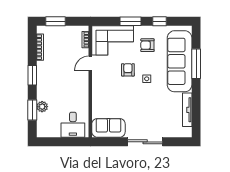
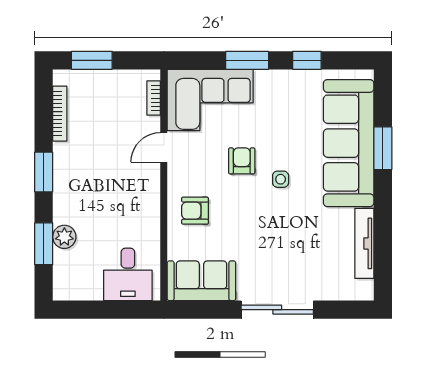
armchair: (147, 45) -> (195, 211), moved
window: (196, 64) -> (383, 148), width x0.69

